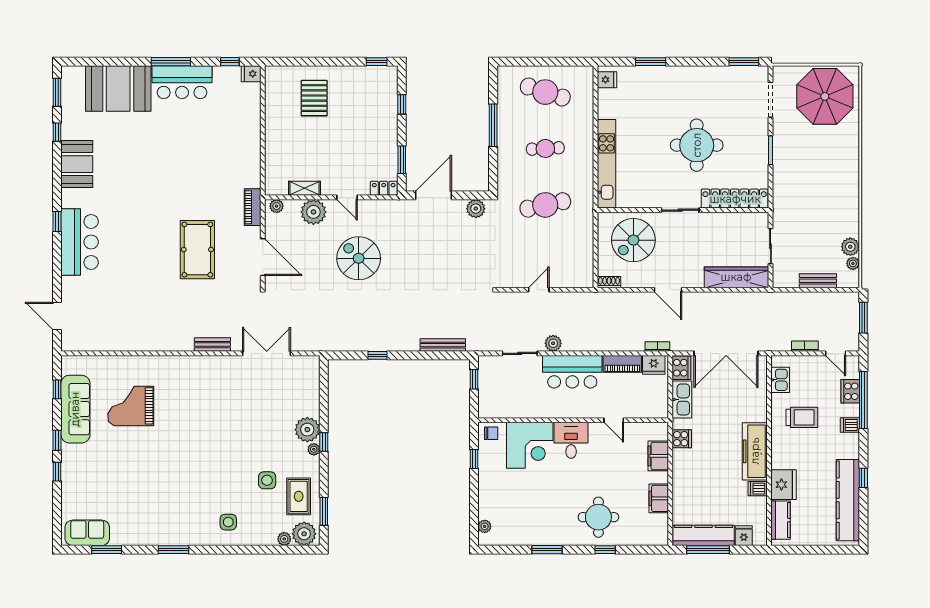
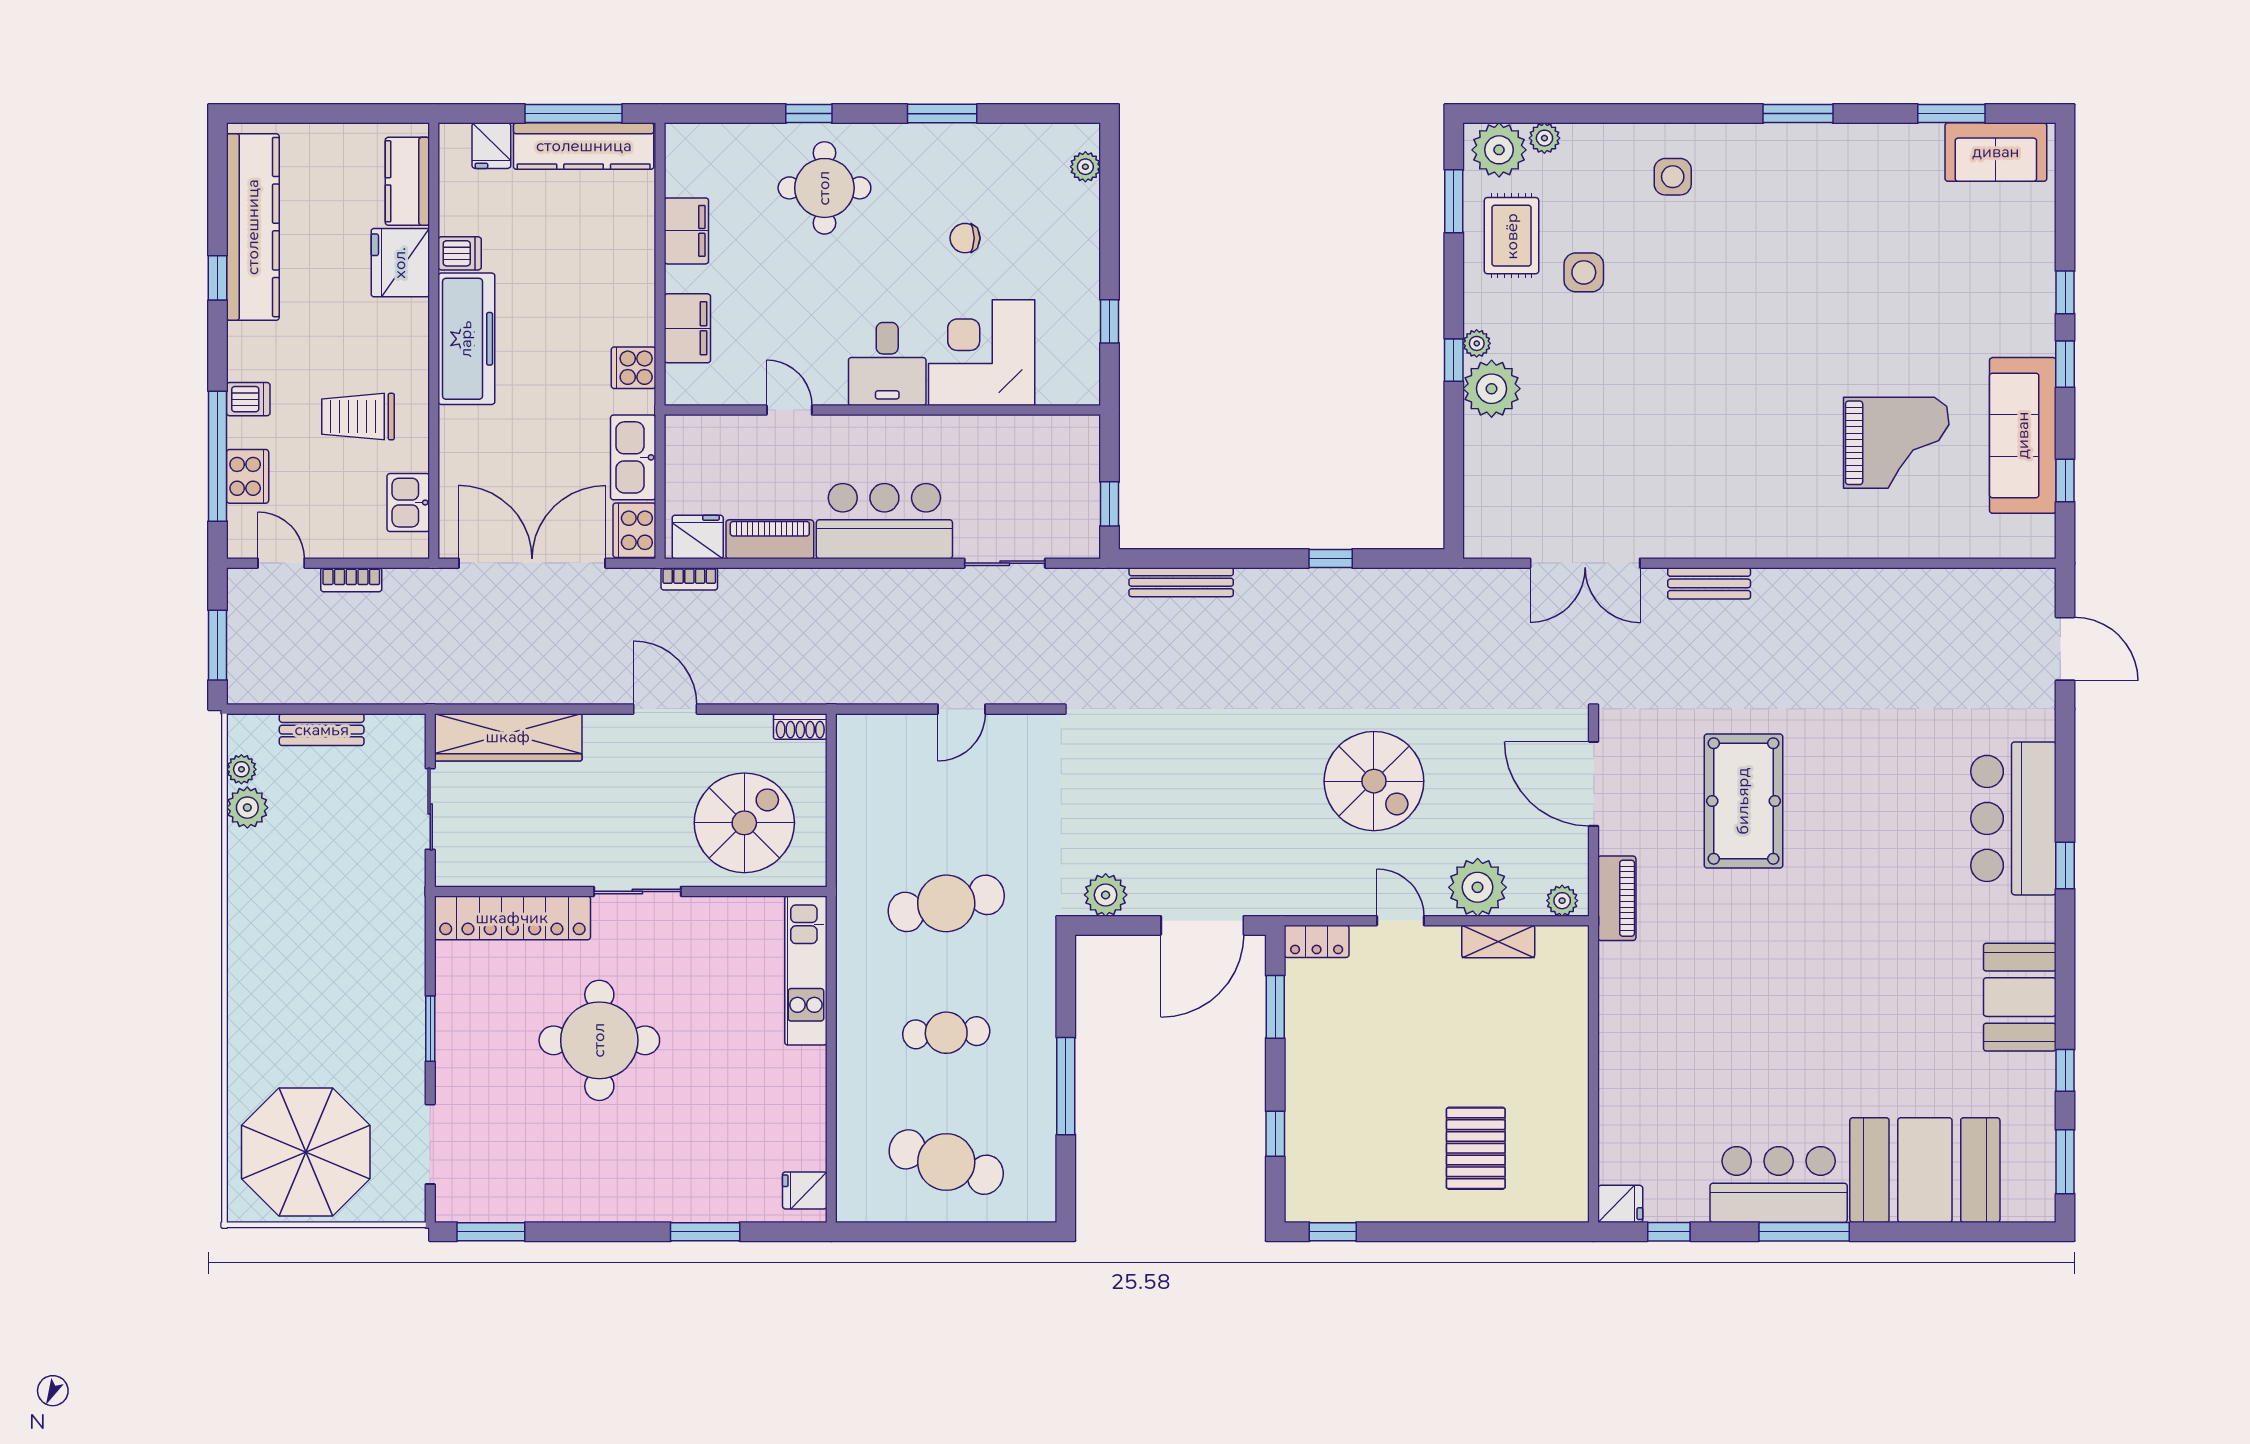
kitchen unit: (607, 164) -> (806, 970), width x0.73
plant: (553, 343) -> (928, 586), removed
chair: (491, 433) -> (965, 238), moved

